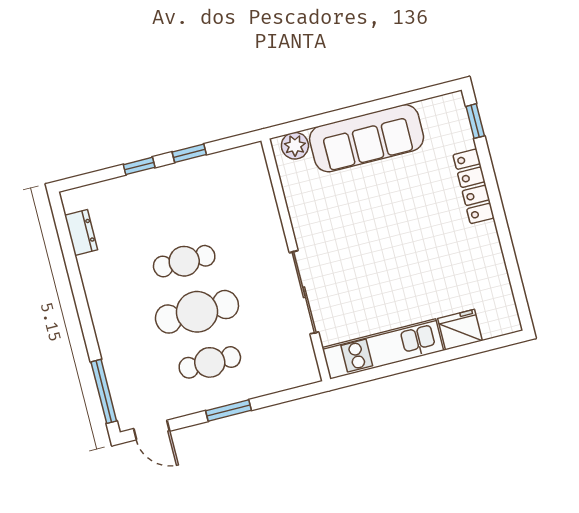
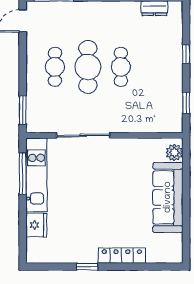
window: (475, 121) -> (87, 267), moved
window: (189, 153) -> (186, 103), moved
window: (386, 371) -> (23, 174), added
window: (228, 410) -> (23, 110), moved

